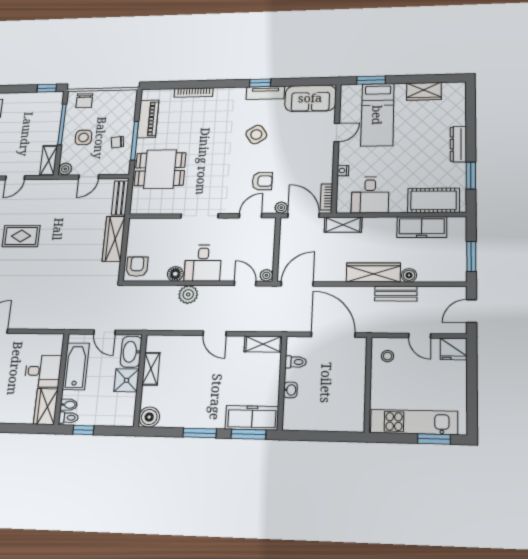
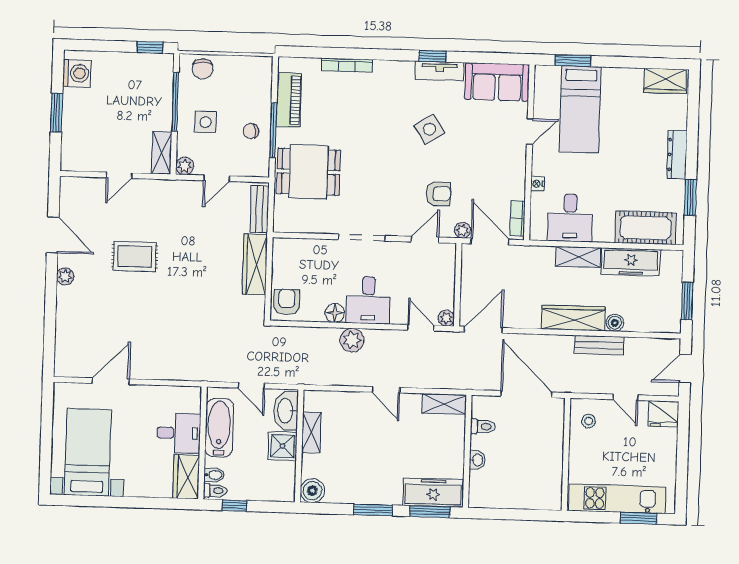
wardrobe: (424, 91) -> (665, 81), moved
shelving: (343, 225) -> (578, 257), moved

